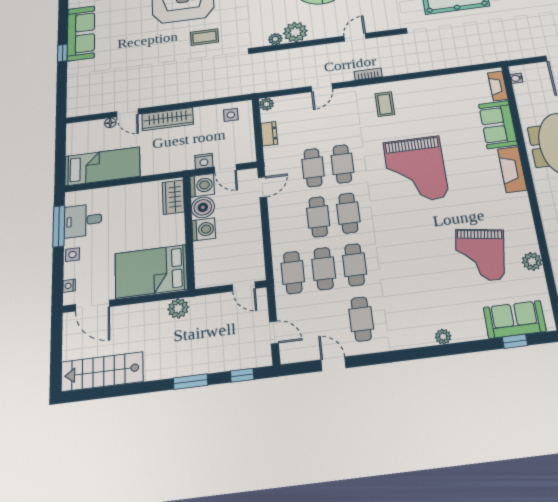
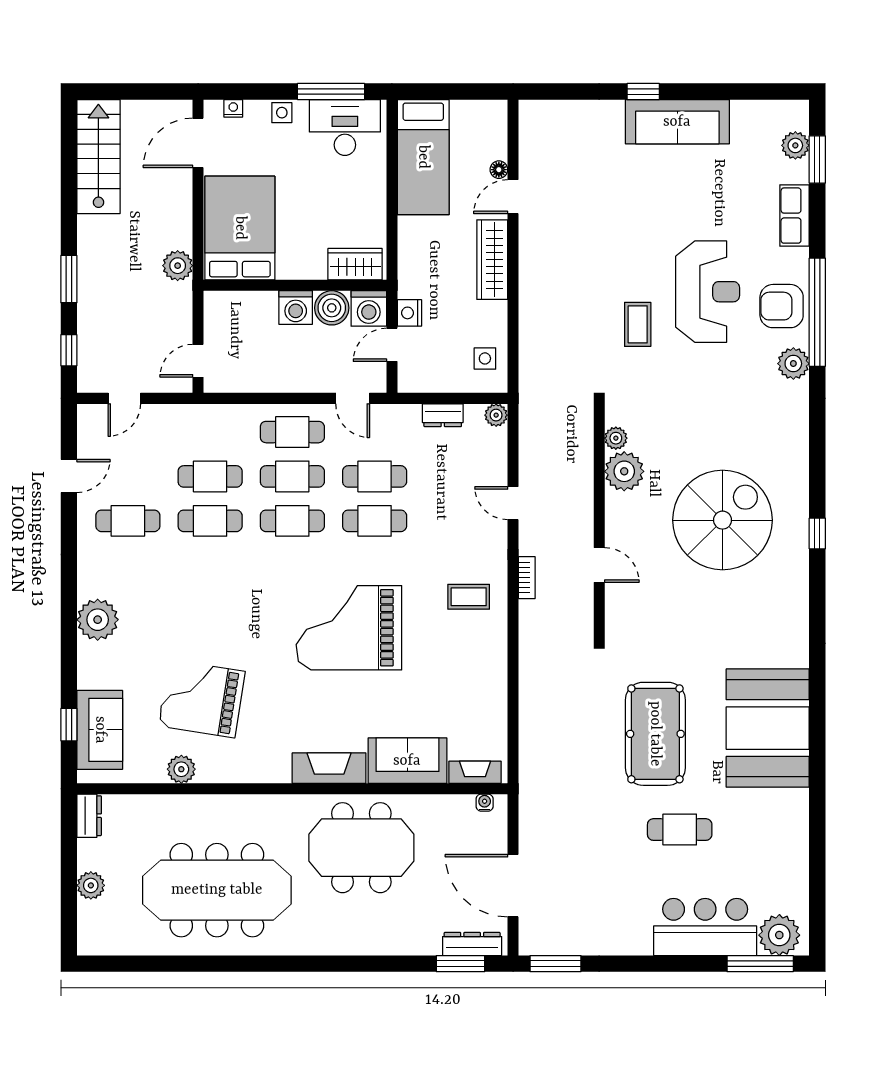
desk: (83, 221) -> (345, 128), width x1.37
cafe table: (293, 272) -> (292, 432), moved
plant: (443, 337) -> (98, 620), width x1.87, depth x1.87

